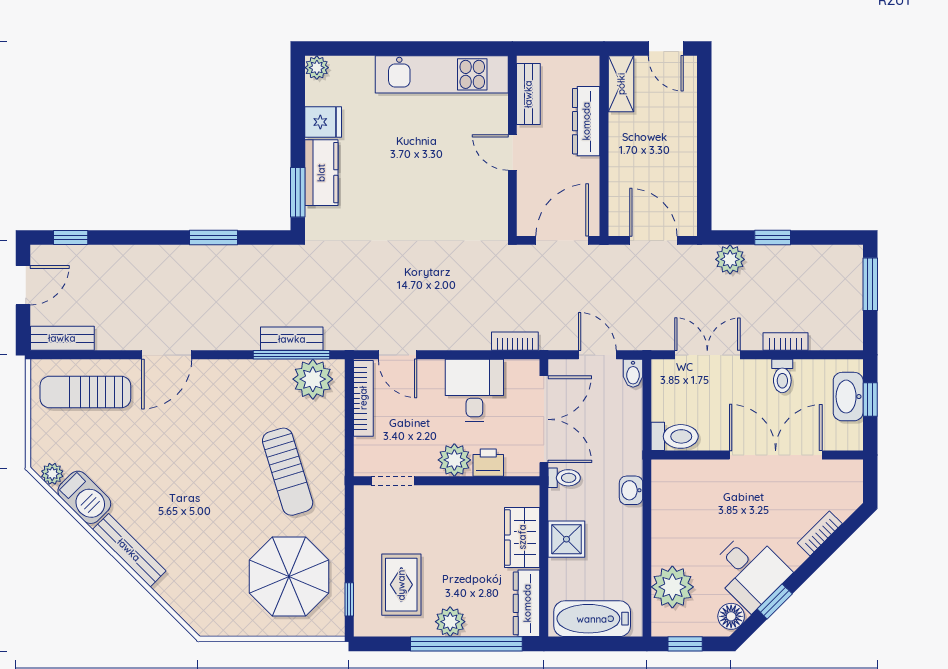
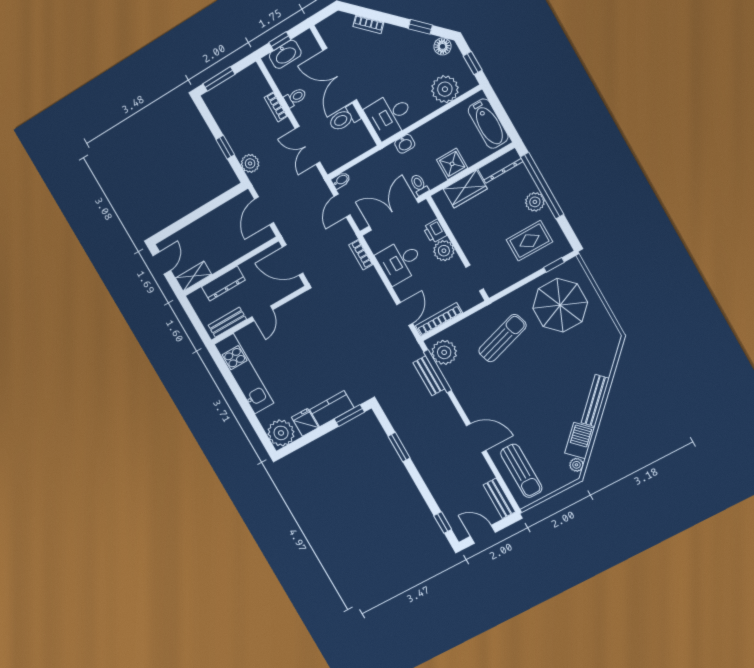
plant: (317, 68) -> (281, 433), width x1.88, depth x1.88
toilet: (675, 436) -> (344, 118), moved, turned -90
desk: (750, 571) -> (390, 116), moved, turned -135

